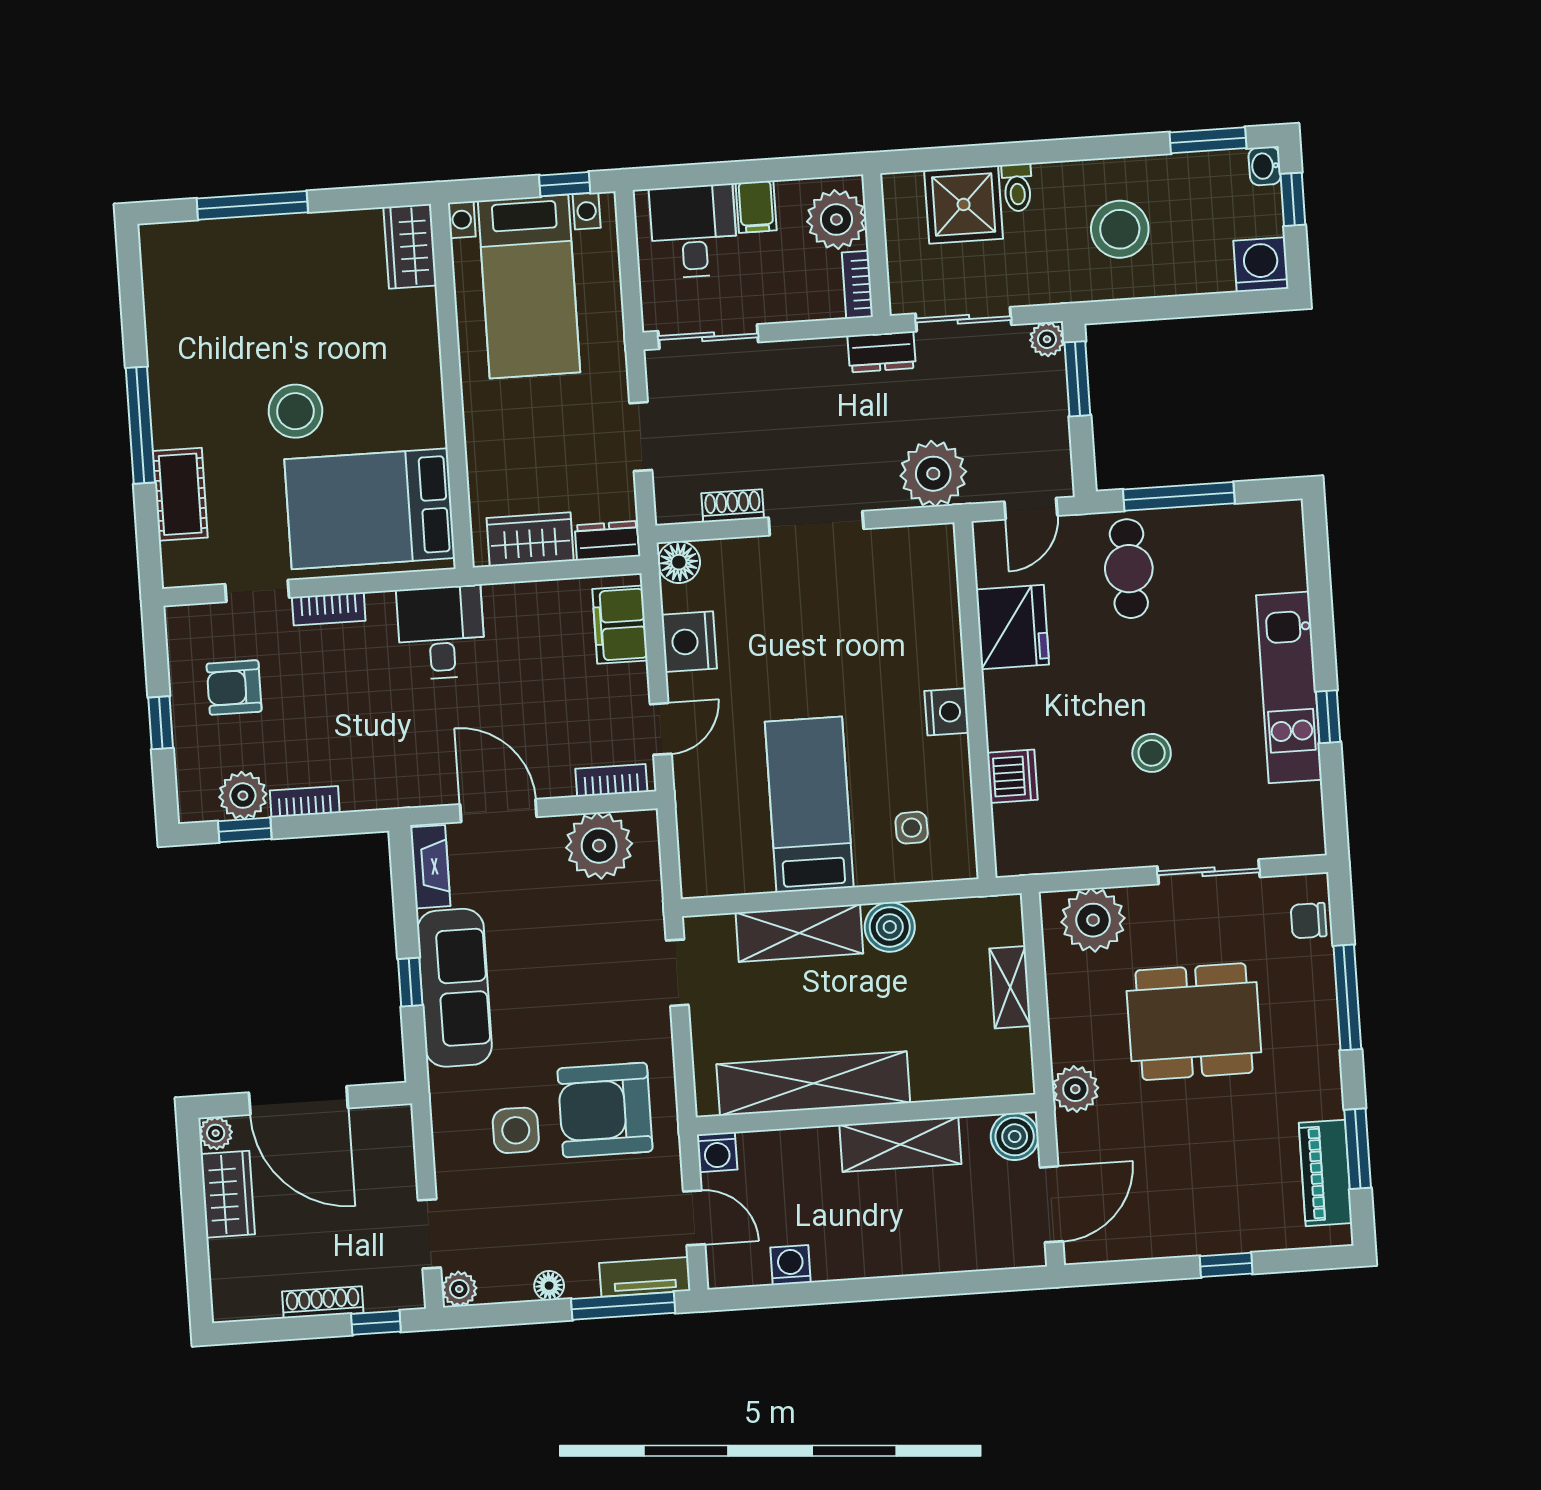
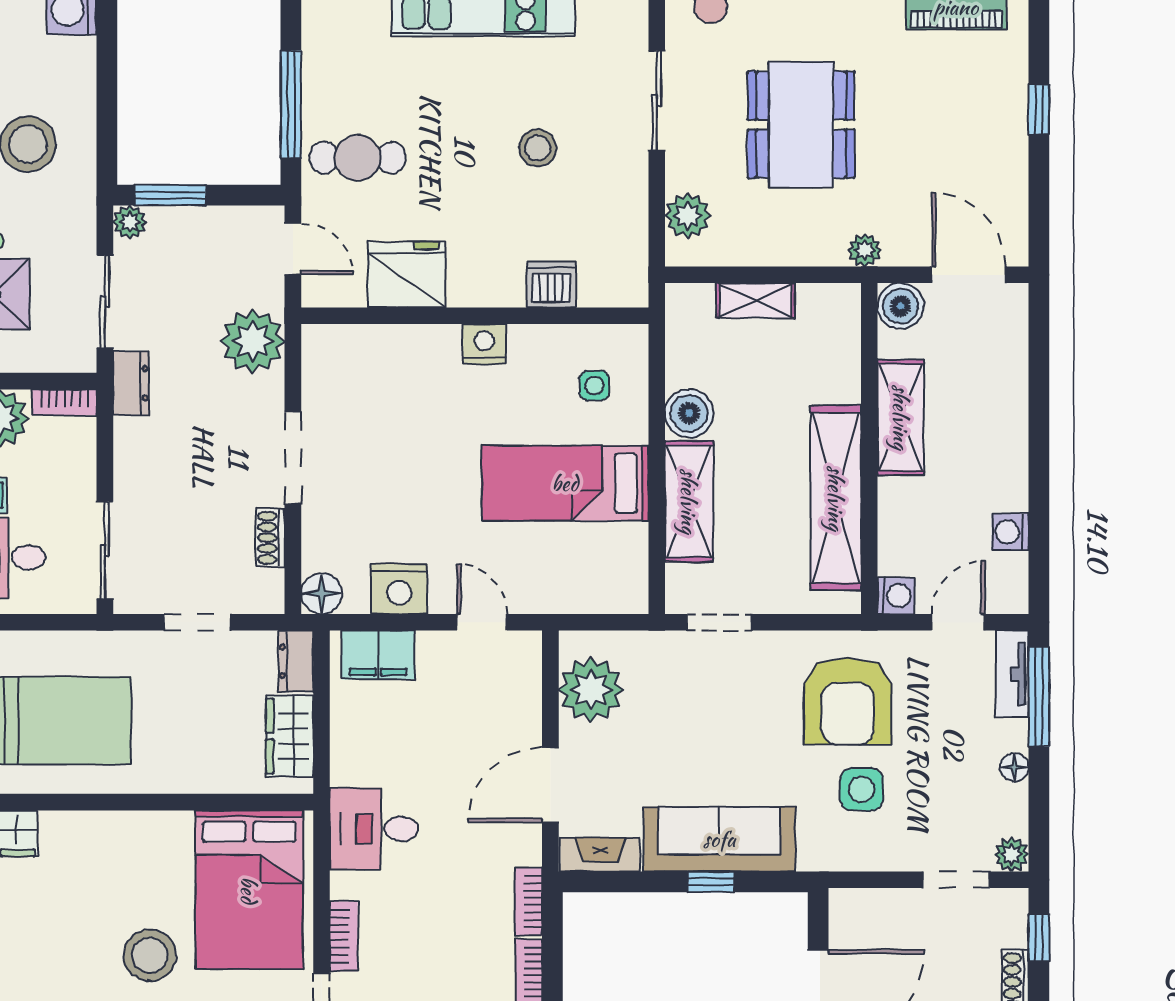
bookcase: (611, 780) -> (529, 902), moved
plant: (1093, 920) -> (688, 216), width x0.73, depth x0.73
plant: (1075, 1089) -> (865, 250), width x0.73, depth x0.73

